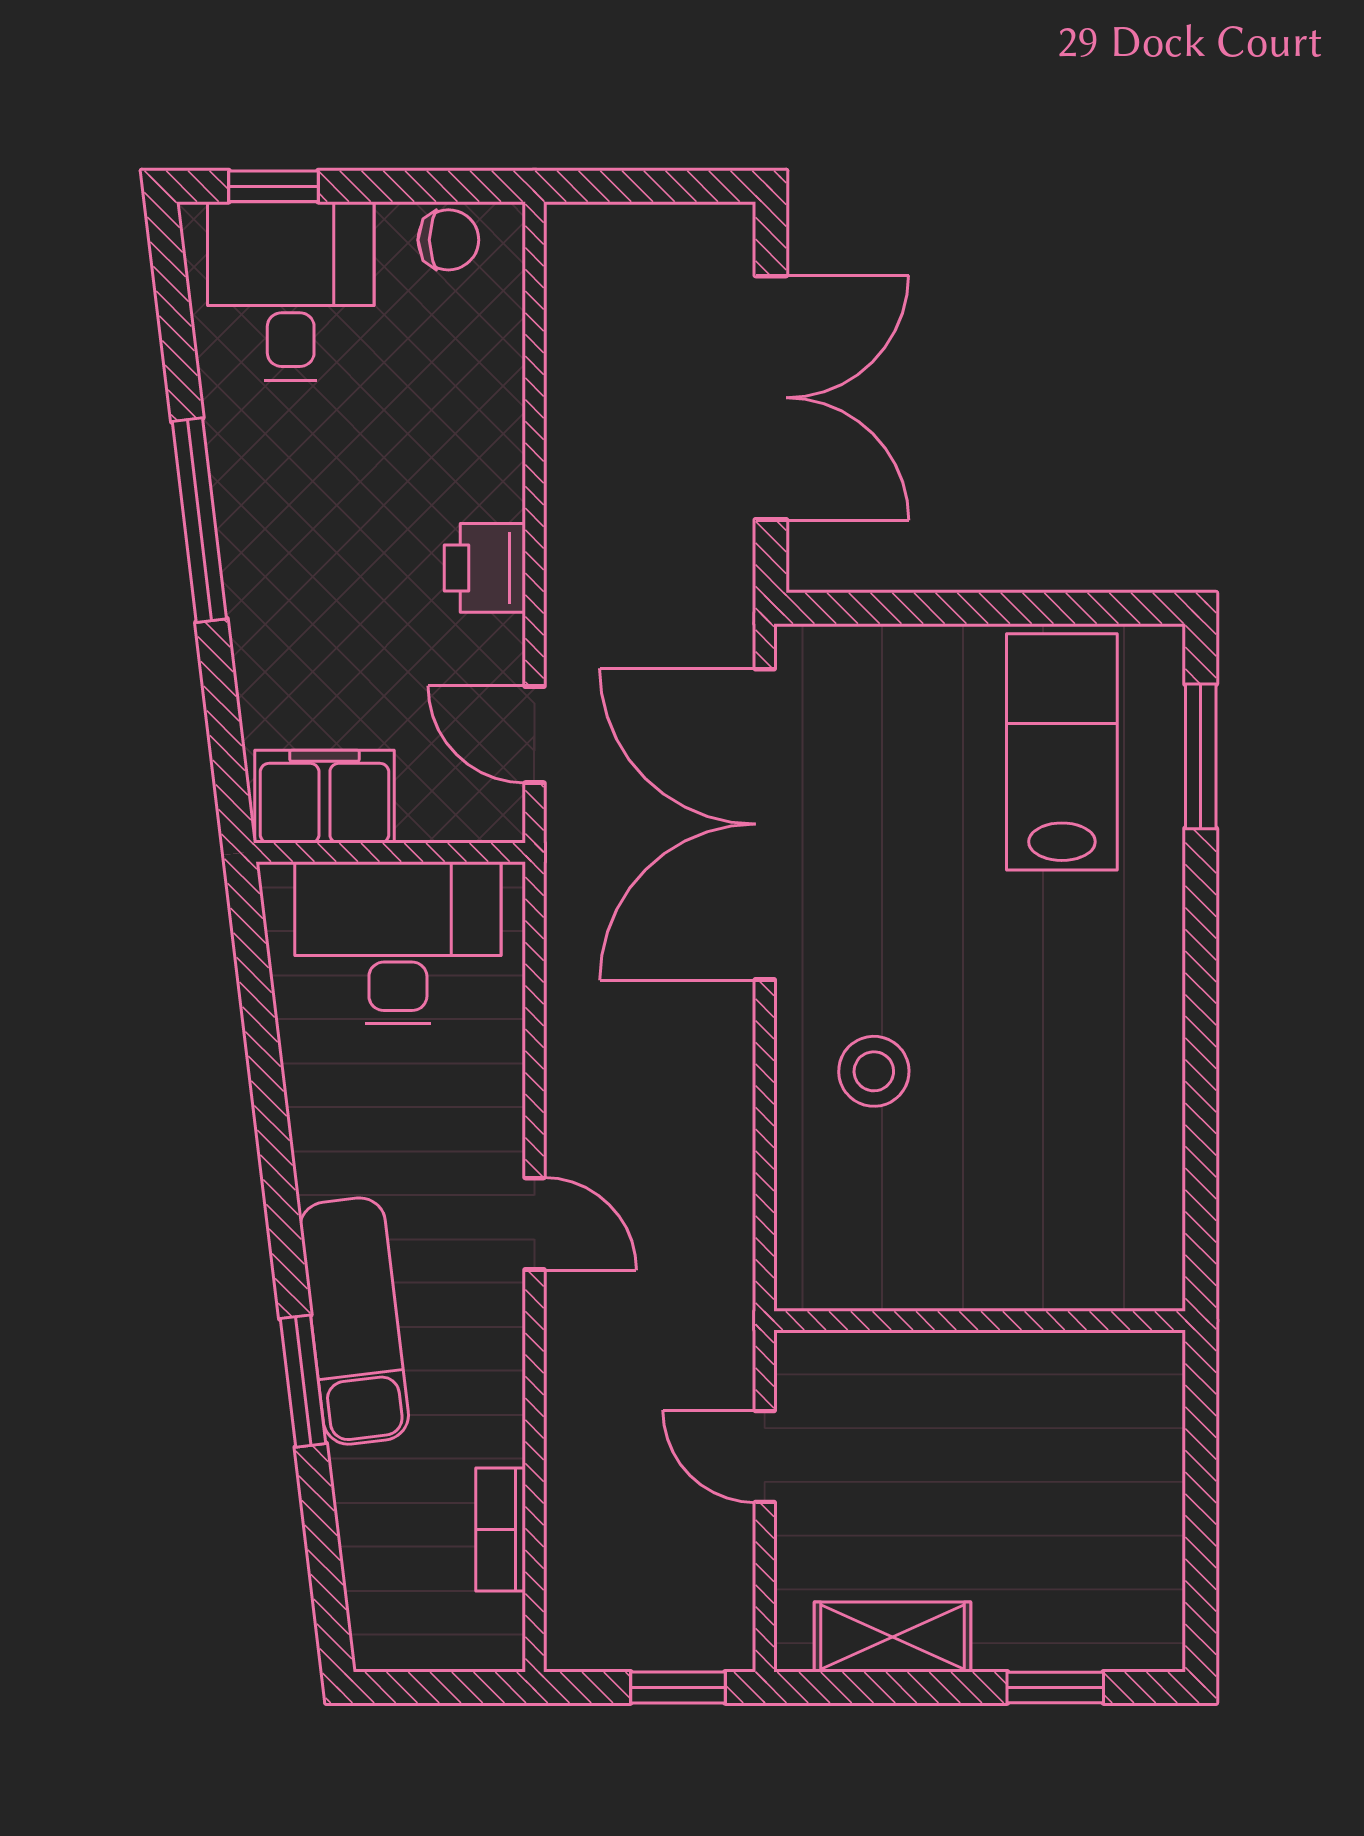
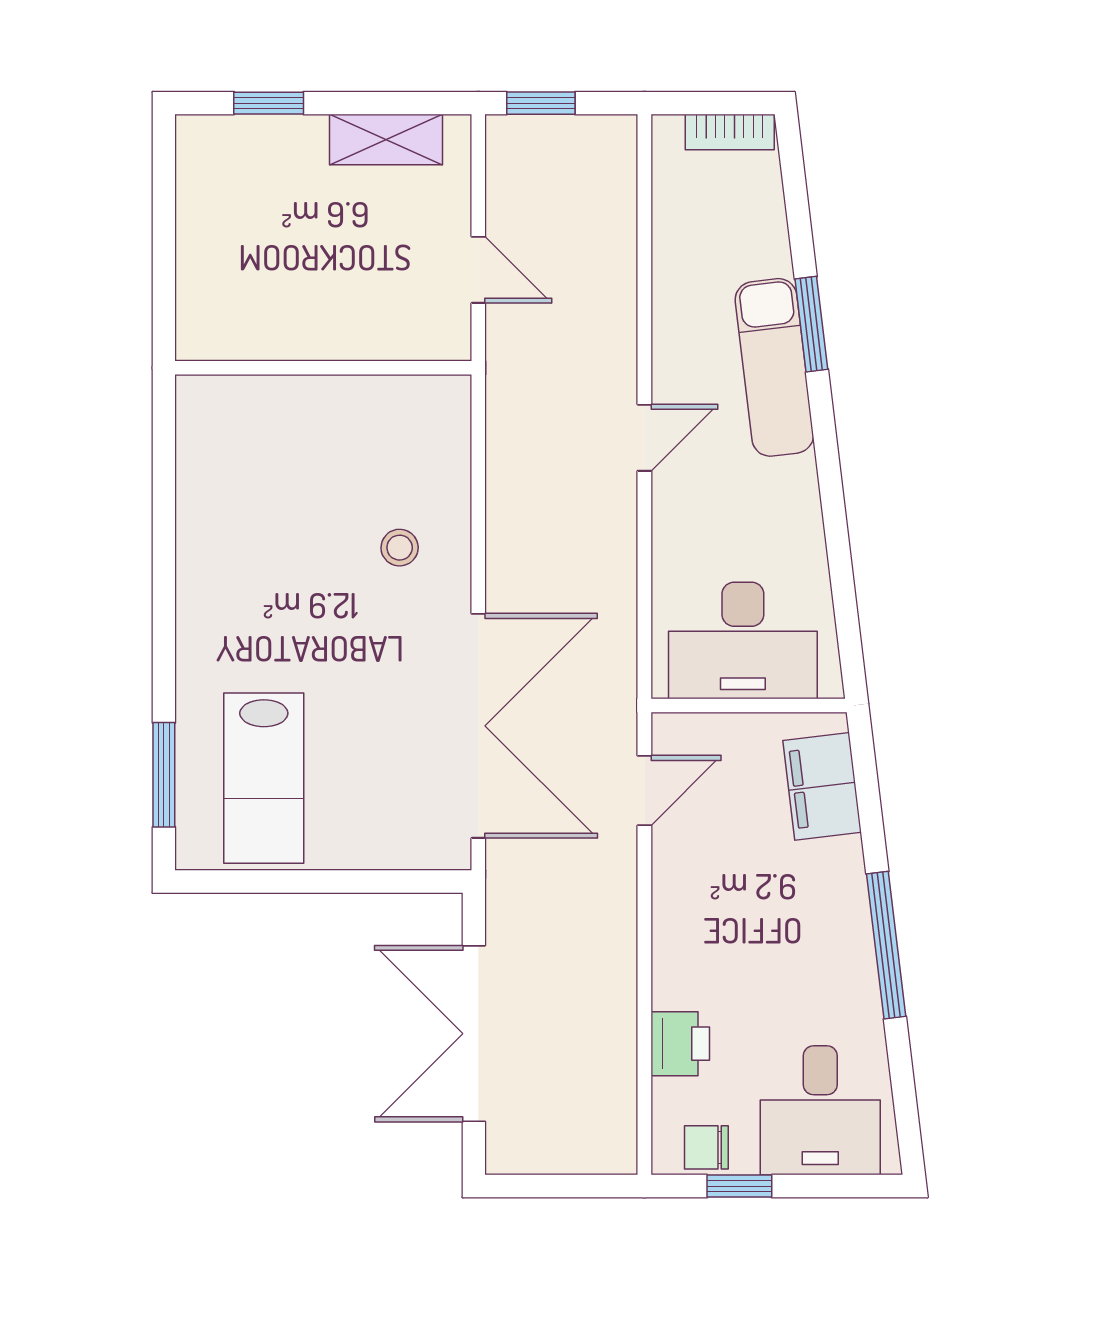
window: (273, 186) -> (739, 1186), moved
printer: (485, 568) -> (680, 1044), moved
door: (534, 735) -> (644, 791), hinge flipped
filing cabinet: (324, 797) -> (822, 786), moved, turned 83
stool: (874, 1071) -> (400, 548), width x0.73, depth x0.73
door: (534, 1224) -> (644, 438), swing flipped
bookcase: (501, 1529) -> (730, 132), moved, turned 90

